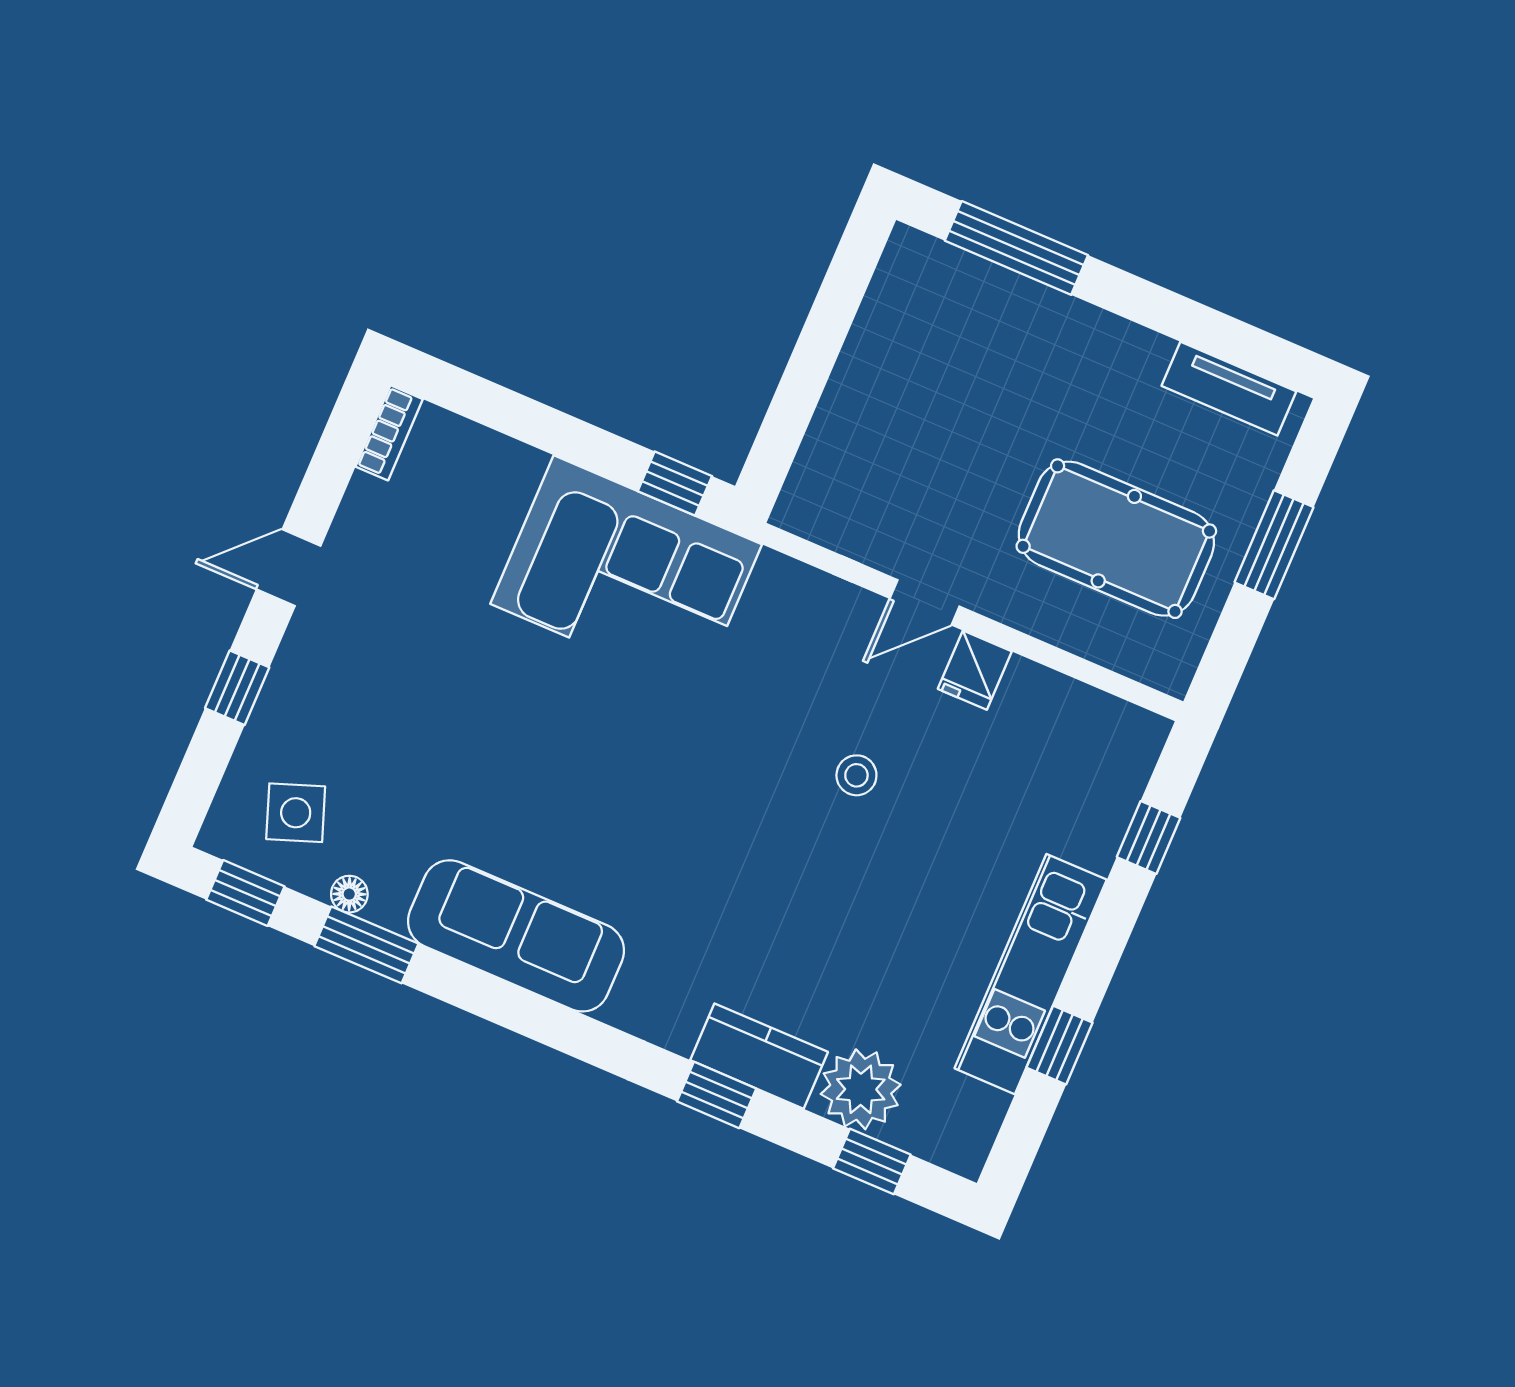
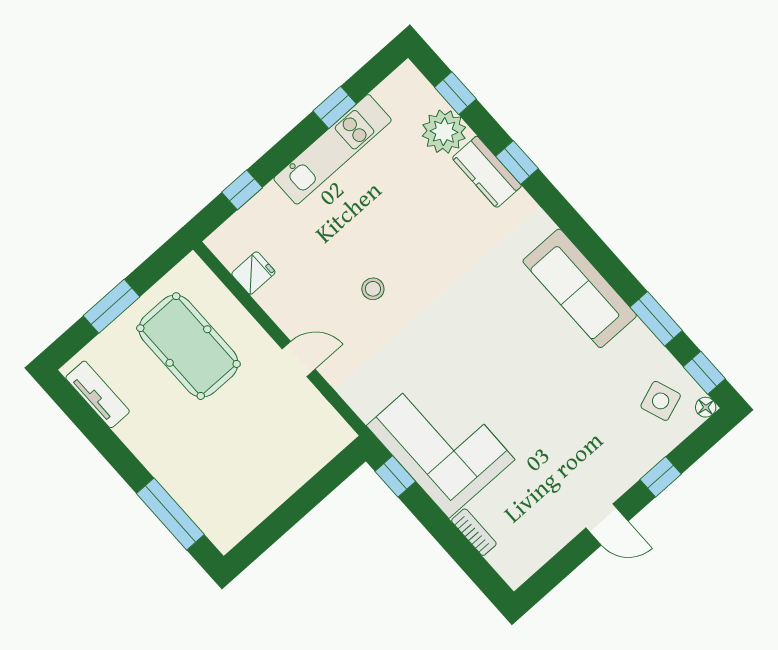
bookcase: (389, 433) -> (474, 532), moved, turned 90
fridge: (975, 670) -> (253, 273), moved
floor lamp: (349, 894) -> (706, 407), moved

